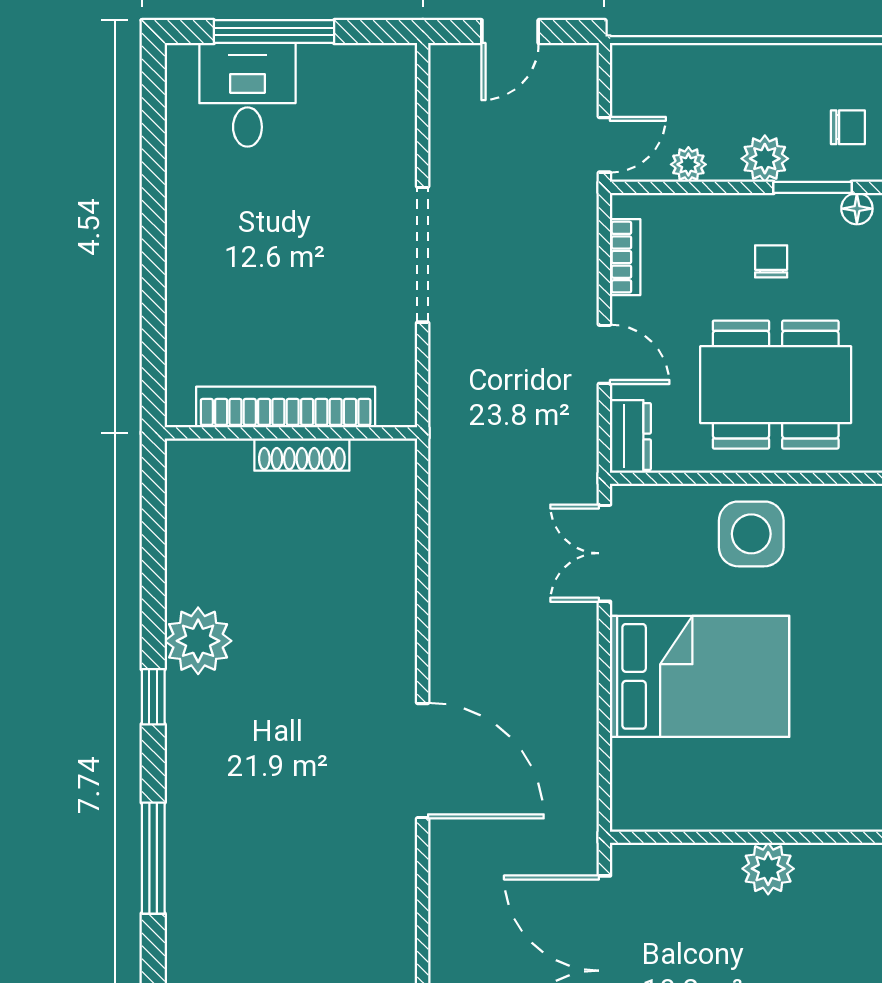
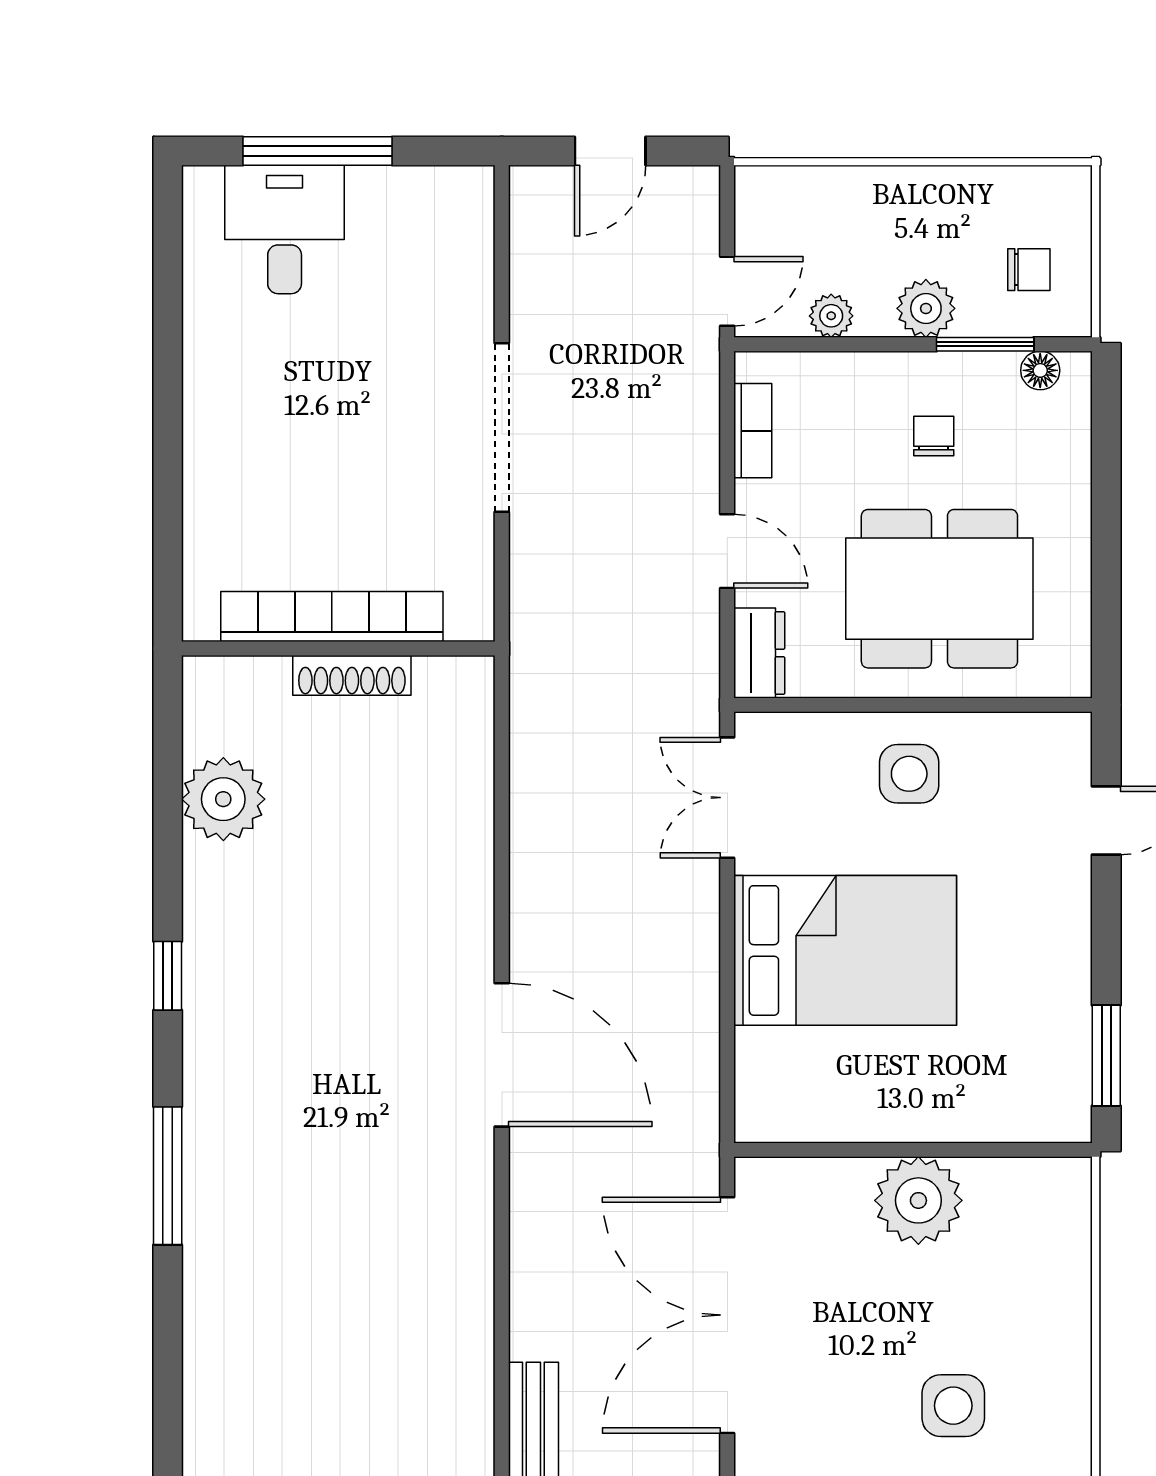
side table: (751, 534) -> (909, 774), width x0.73, depth x0.73
plant: (198, 641) -> (223, 799), moved
plant: (768, 869) -> (918, 1200), width x1.36, depth x1.36

